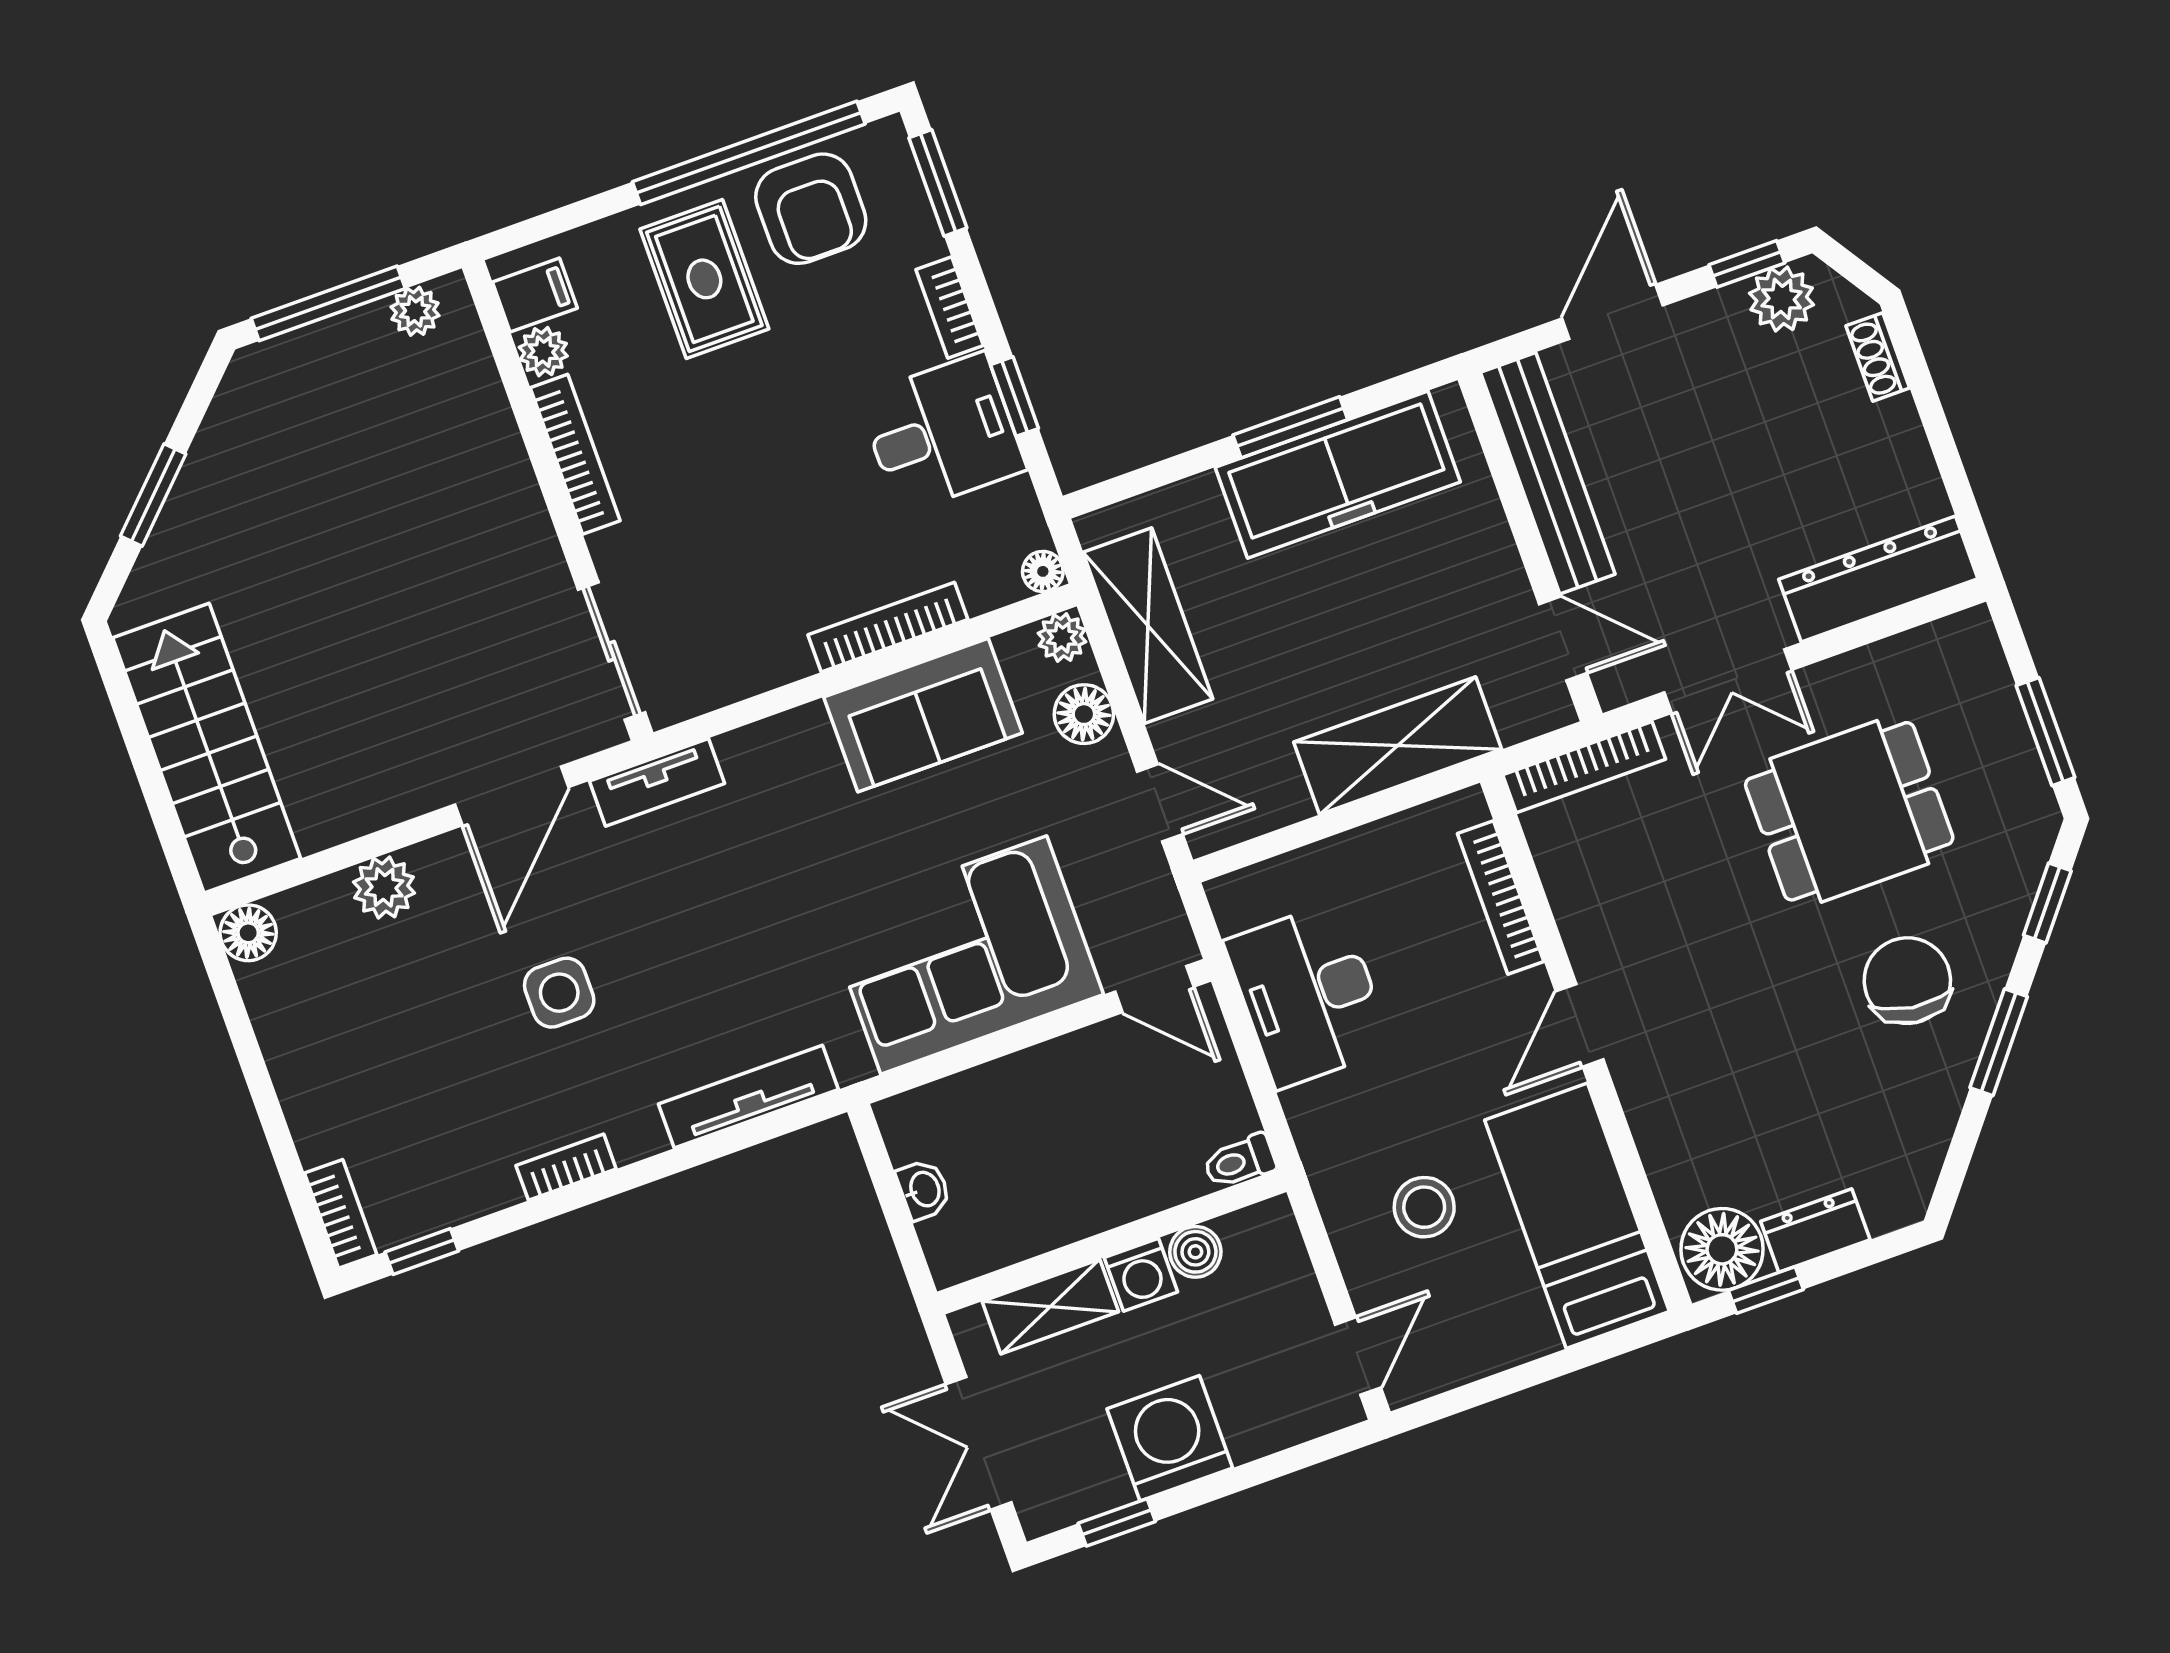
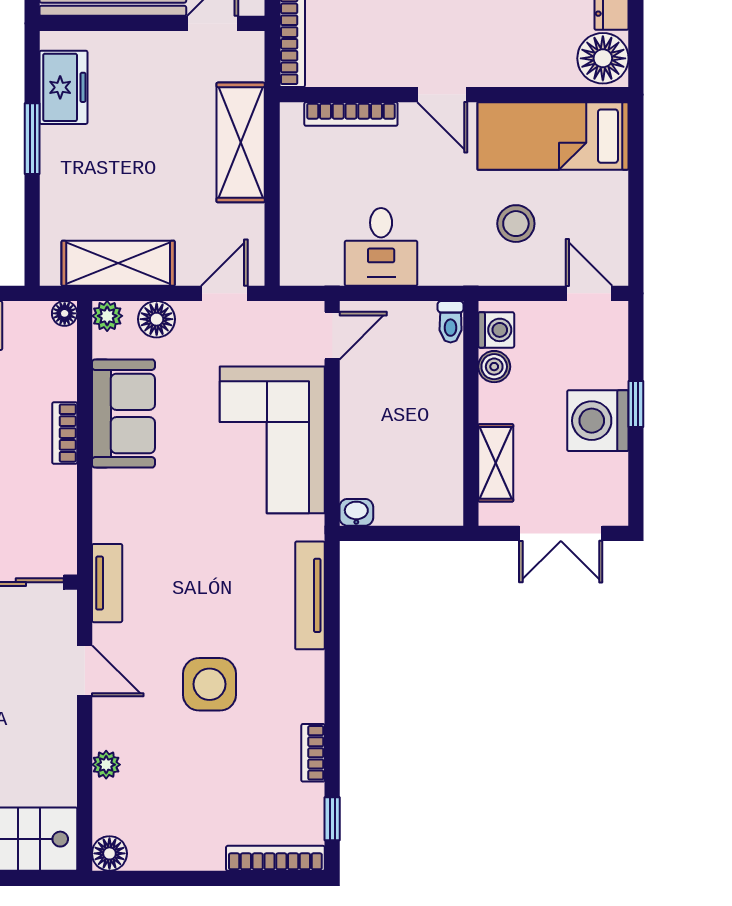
freezer: (1338, 475) -> (63, 87), width x0.52, depth x0.79
bookcase: (888, 627) -> (65, 433), width x0.64
door: (512, 796) -> (85, 671), width x0.73
plant: (384, 887) -> (106, 765), width x0.73, depth x0.73
side table: (559, 993) -> (210, 684), width x1.37, depth x1.37
desk: (1308, 995) -> (381, 247), width x0.73
bookcase: (566, 1167) -> (313, 753), moved
washbasin: (924, 1190) -> (356, 512), moved
bookcase: (341, 1214) -> (275, 858), width x1.56
washing machine: (1141, 1275) -> (496, 330), moved
window: (1766, 1290) -> (636, 41), removed
window: (1117, 1522) -> (636, 404), moved

